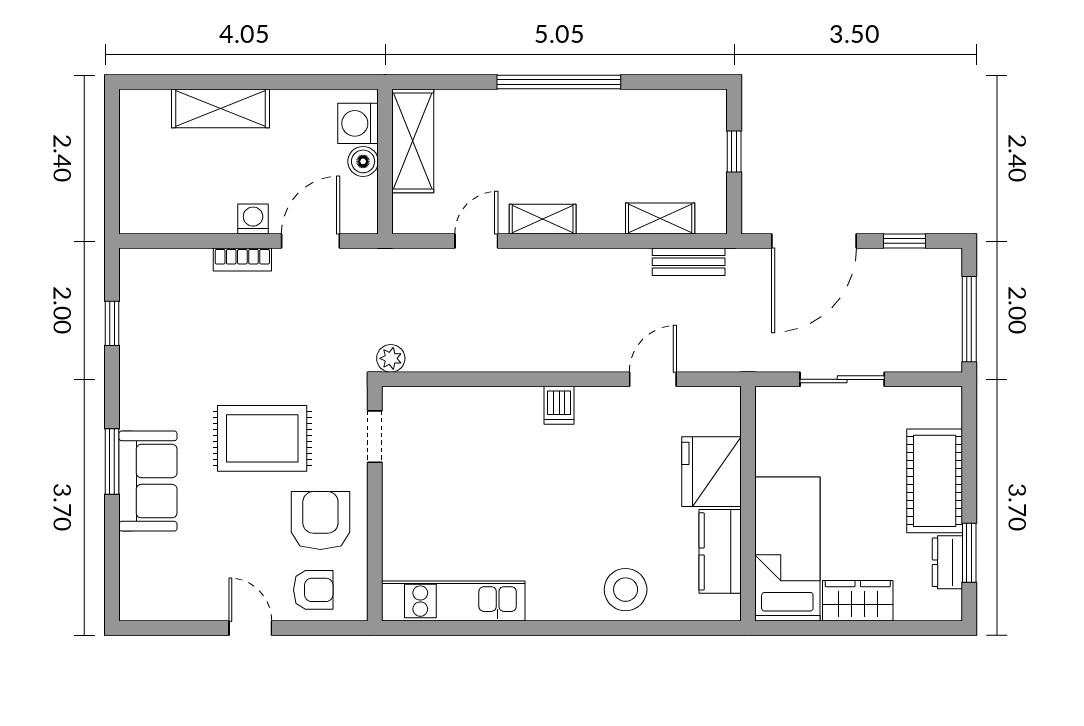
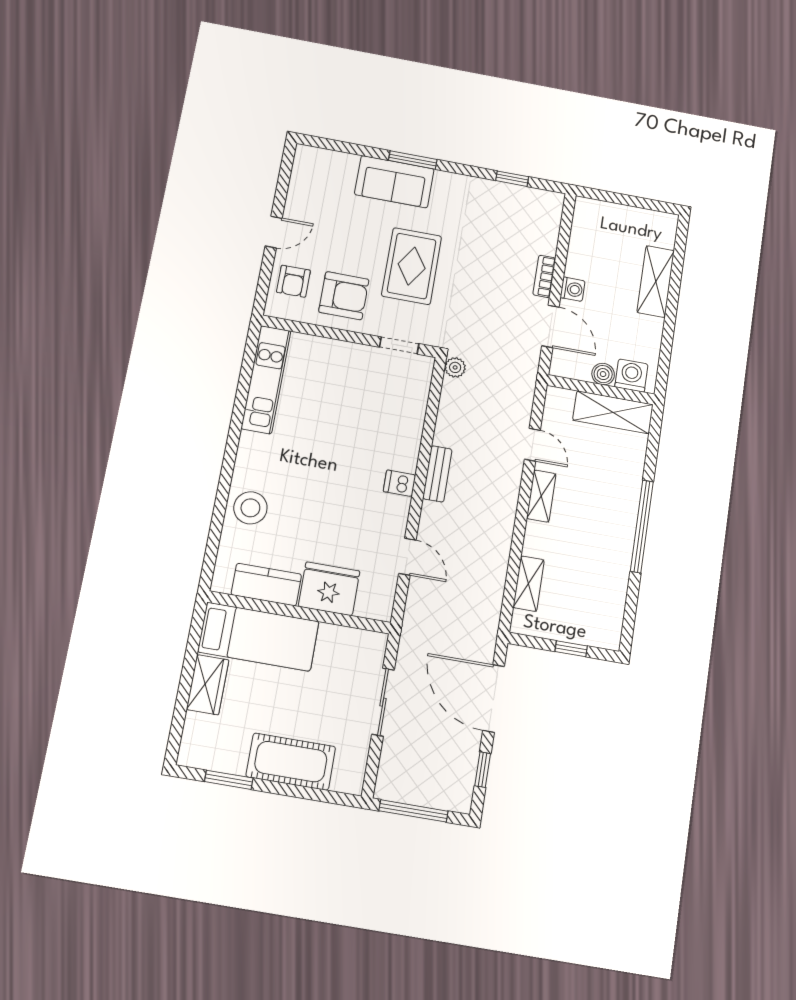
bench: (689, 262) -> (437, 474), moved
dresser: (947, 562) -> (225, 761), removed

